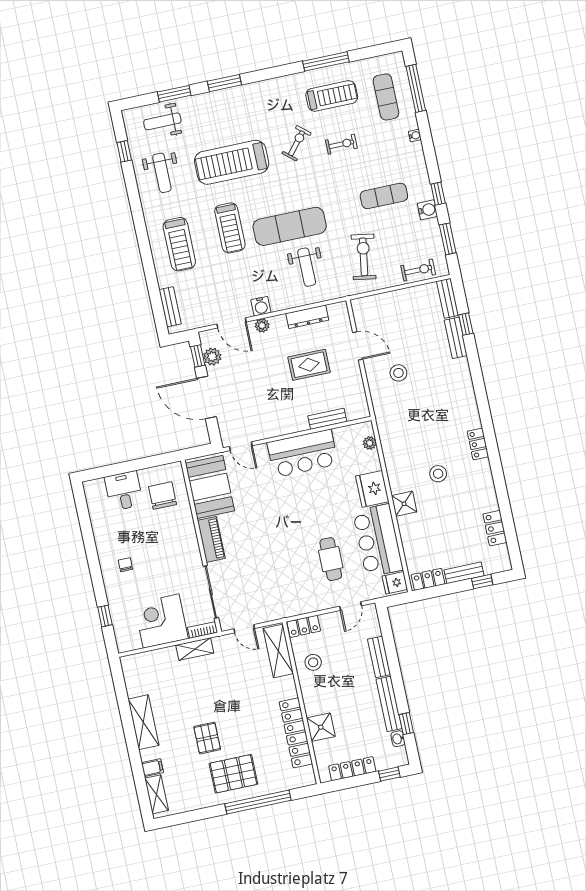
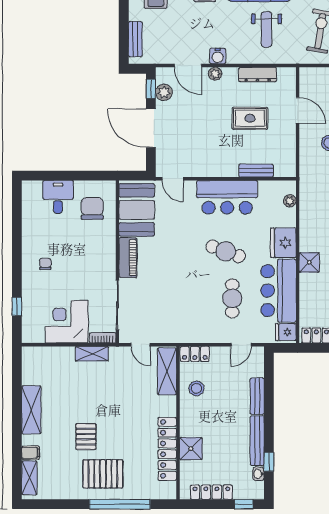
cafe table: (313, 511) -> (226, 251), added

